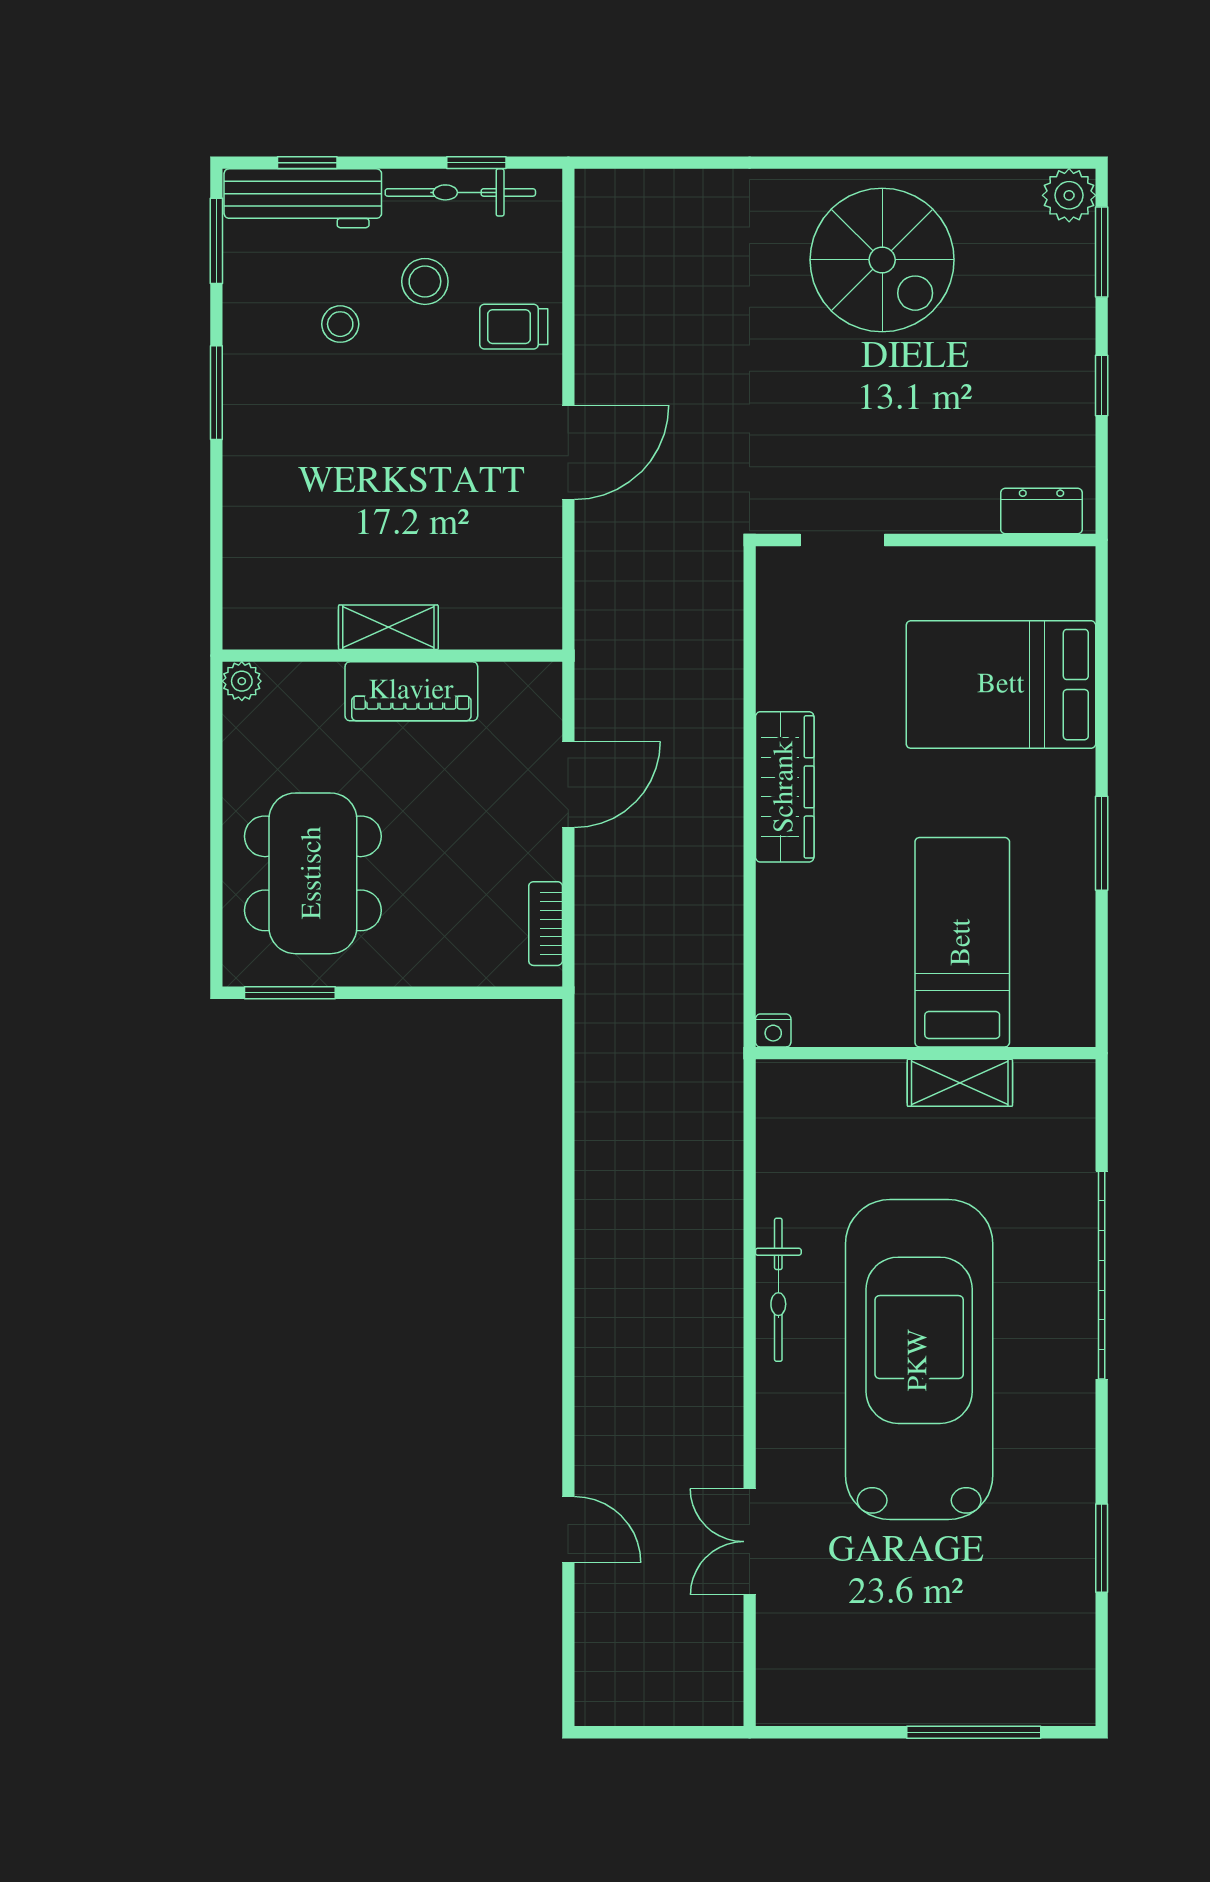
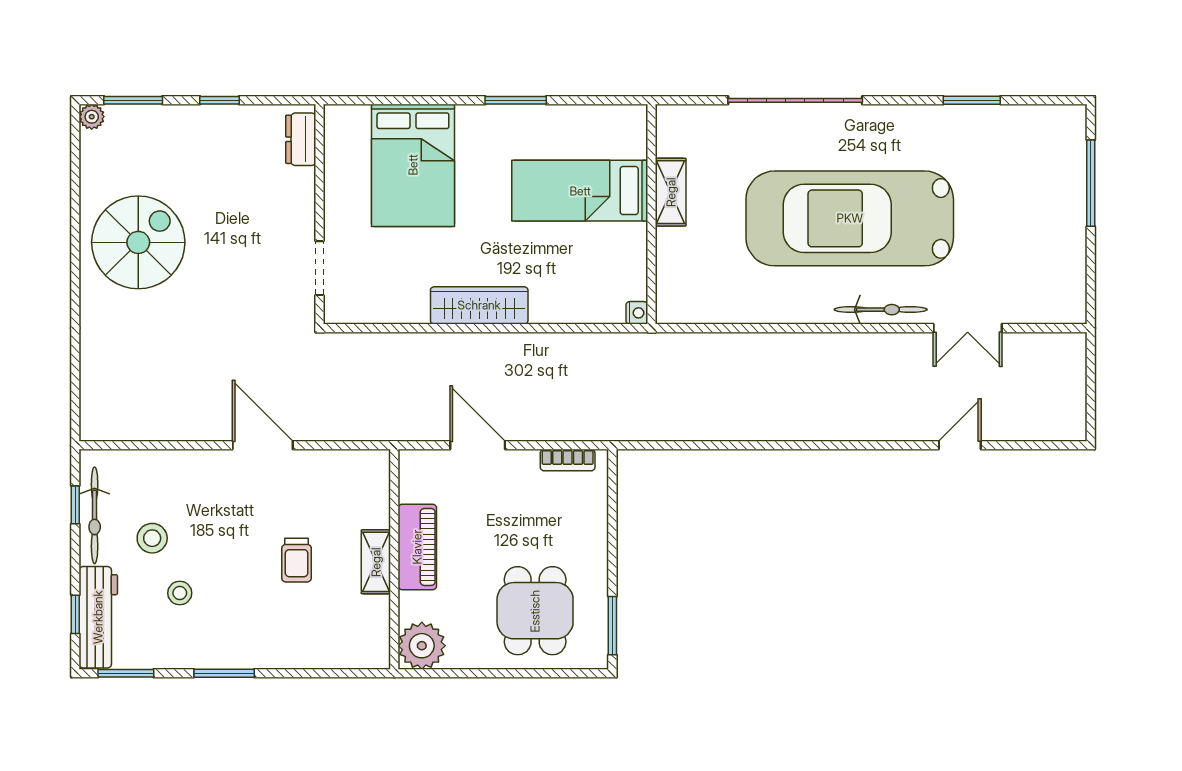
plant: (1069, 195) -> (92, 117), width x0.73, depth x0.73
trolley: (514, 327) -> (297, 560), moved
plant: (242, 681) -> (422, 646), width x1.88, depth x1.88
dining table: (313, 873) -> (535, 611), width x0.73
bicycle: (778, 1290) -> (881, 310), moved

